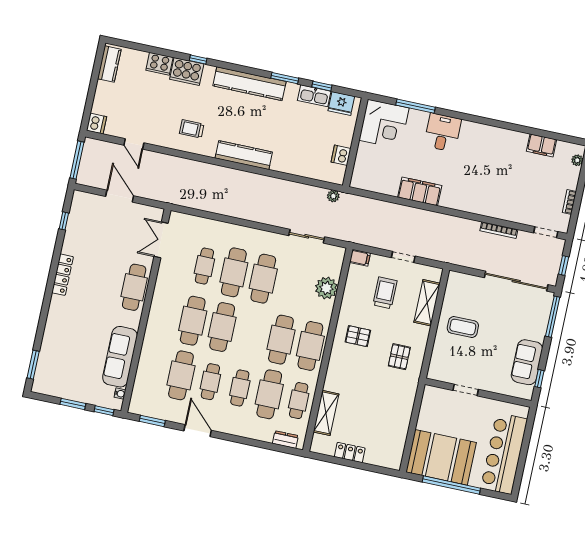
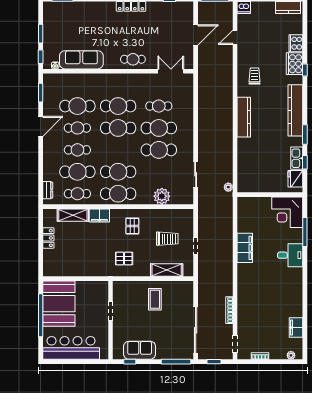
dishwasher: (341, 155) -> (258, 186), removed
filing cabinet: (360, 258) -> (99, 216), moved, width x2.00
cafe table: (134, 287) -> (133, 59), width x0.73, depth x0.74

